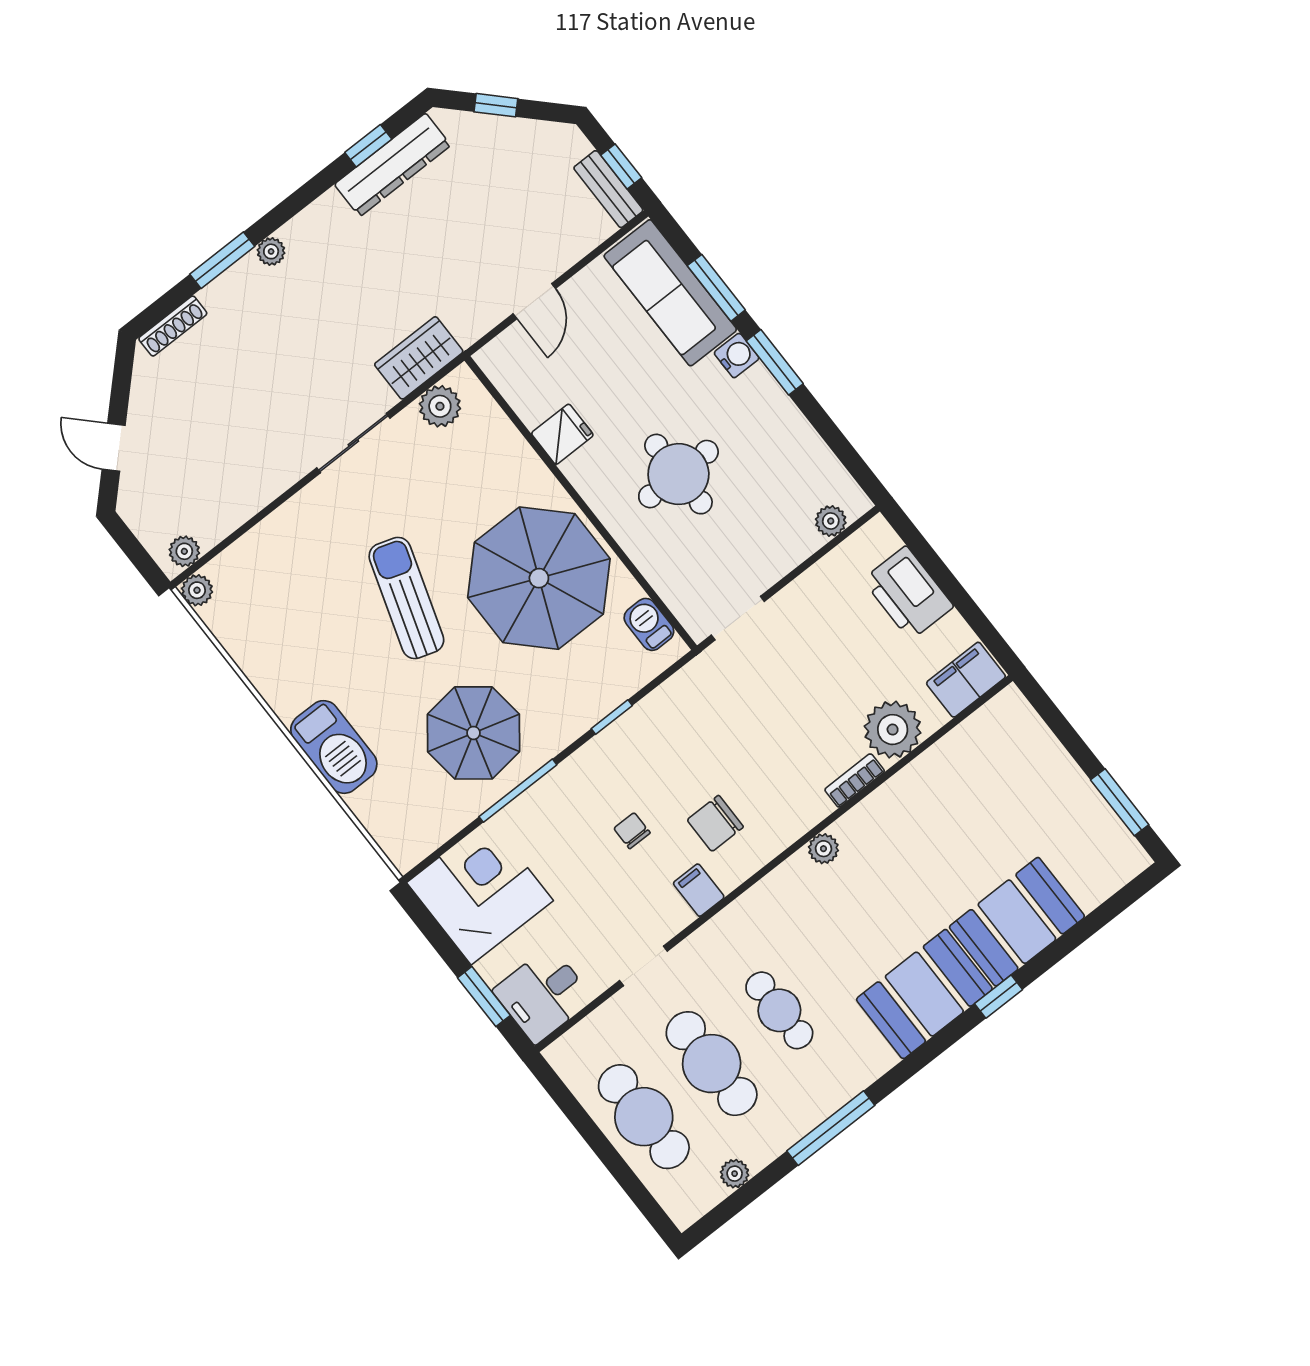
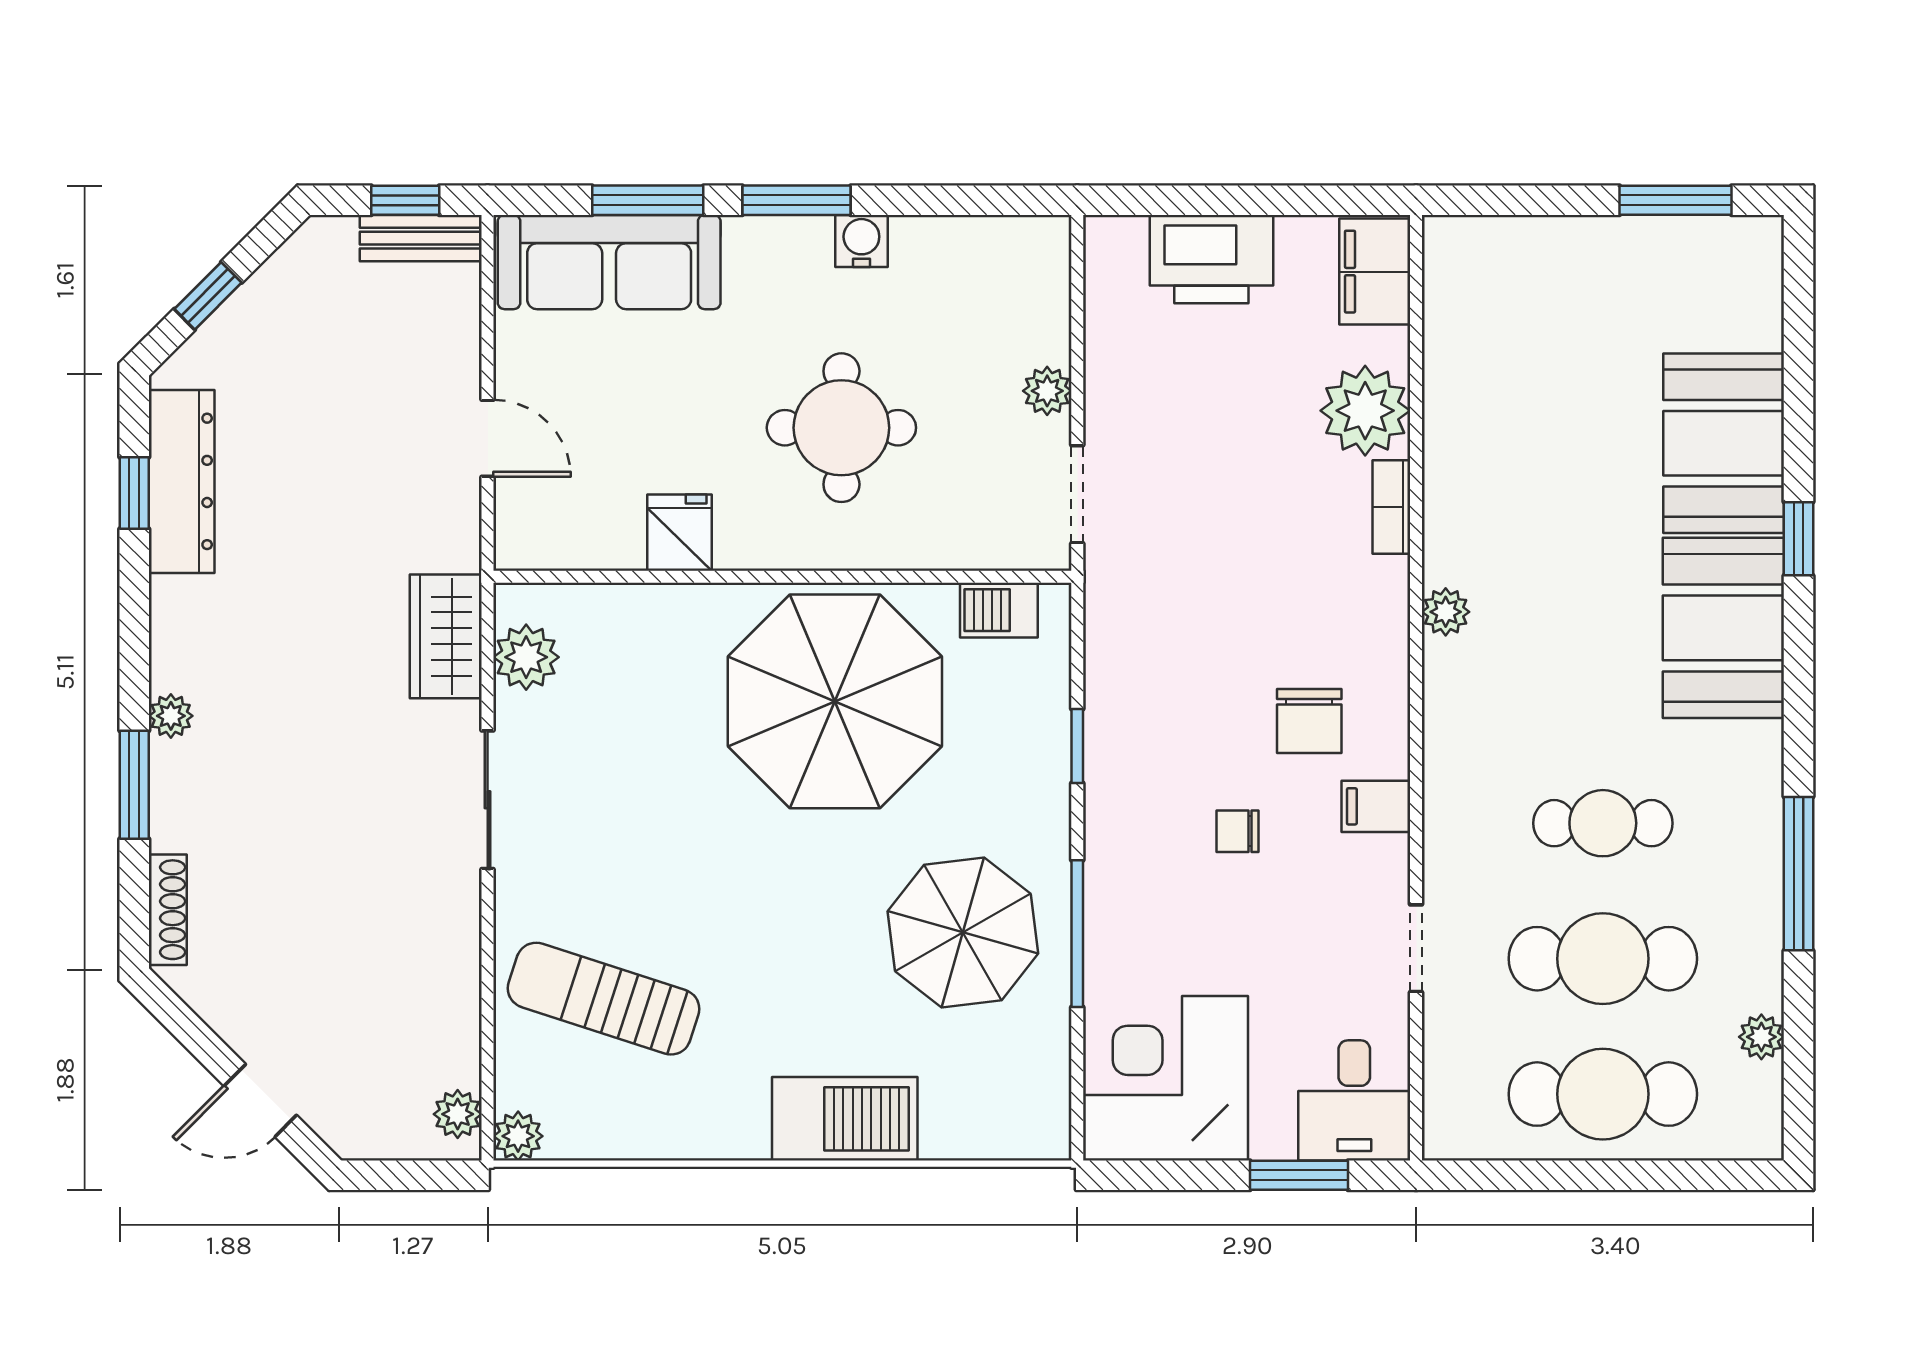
water cooler: (737, 356) -> (861, 241), moved
plant: (831, 521) -> (1047, 391), moved
sun lounger: (406, 598) -> (604, 999), moved

